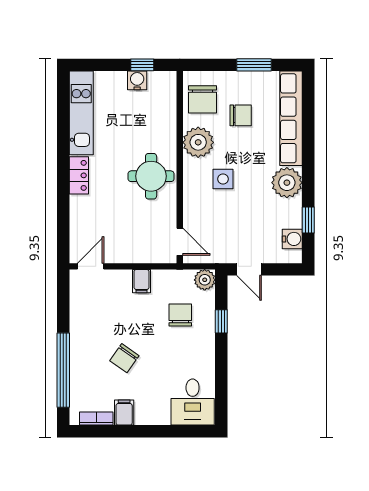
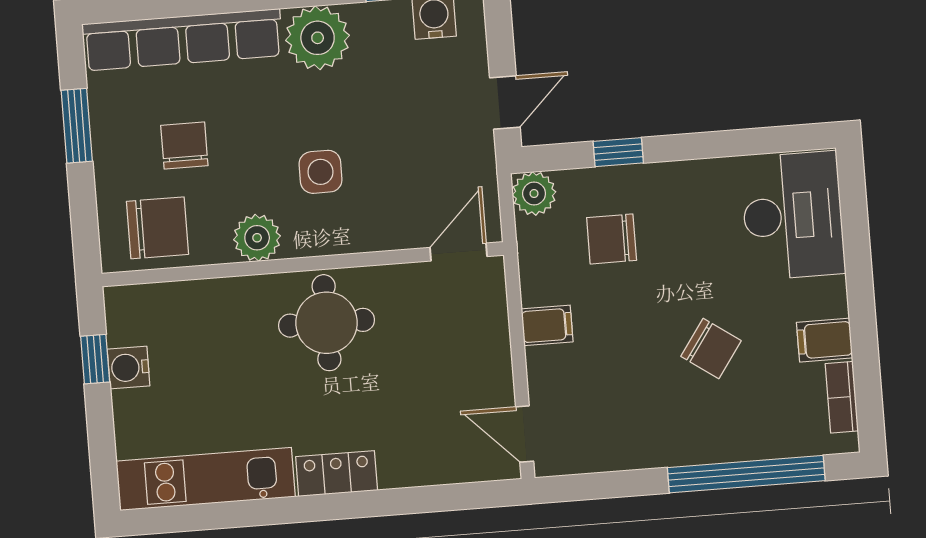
plant: (198, 142) -> (257, 238), width x0.73, depth x0.73
desk: (193, 402) -> (793, 216), width x1.37

